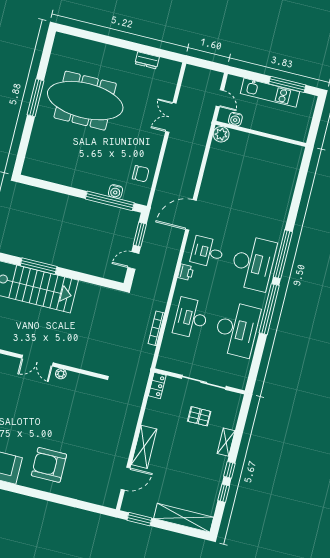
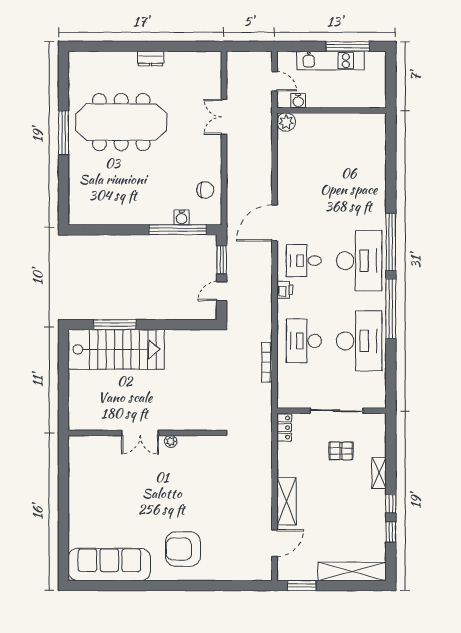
dresser: (147, 60) -> (151, 58), moved

